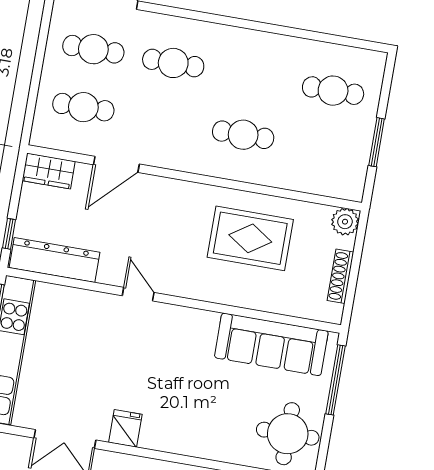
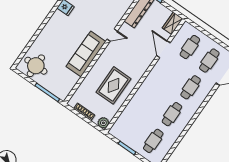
cafe table: (243, 135) -> (172, 114), moved
sofa: (271, 344) -> (86, 54), moved

